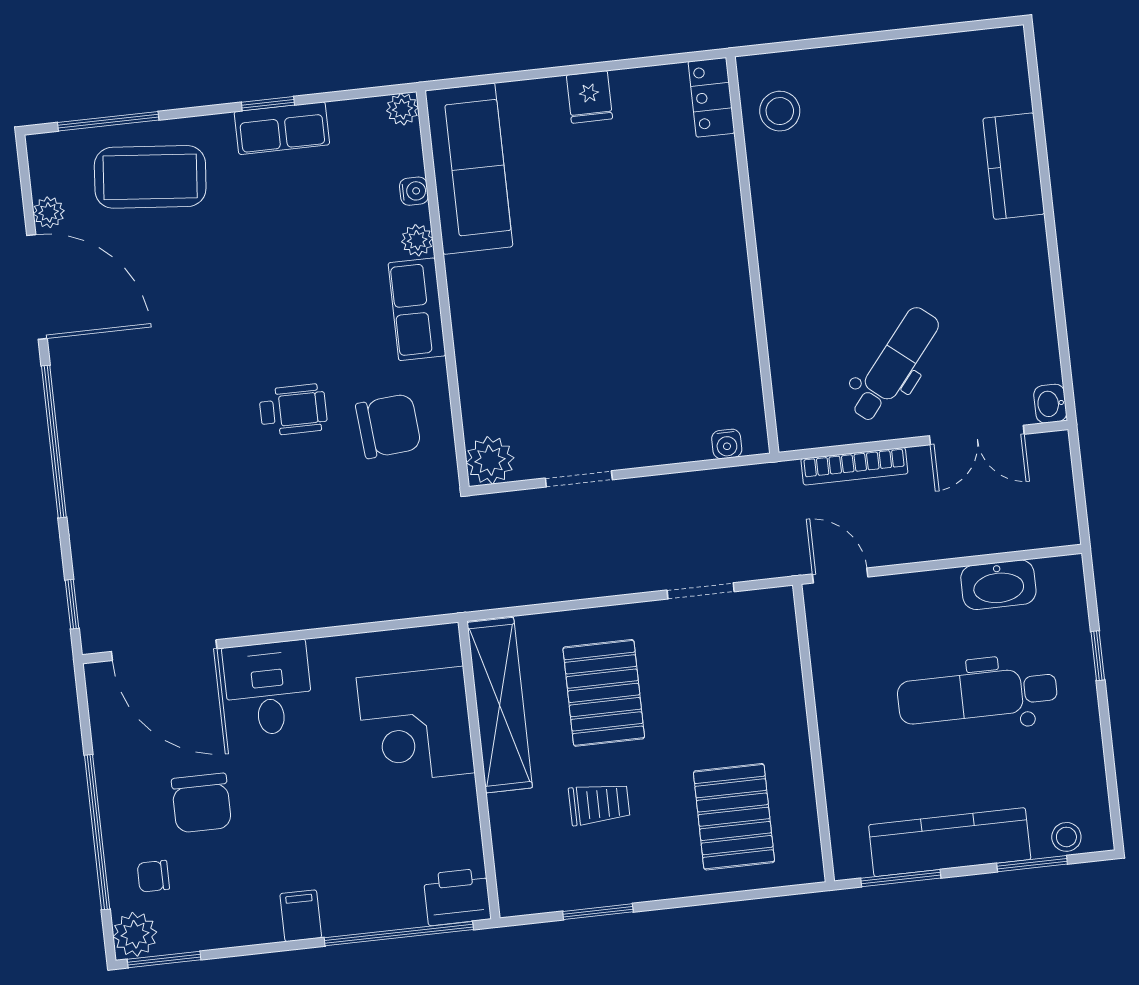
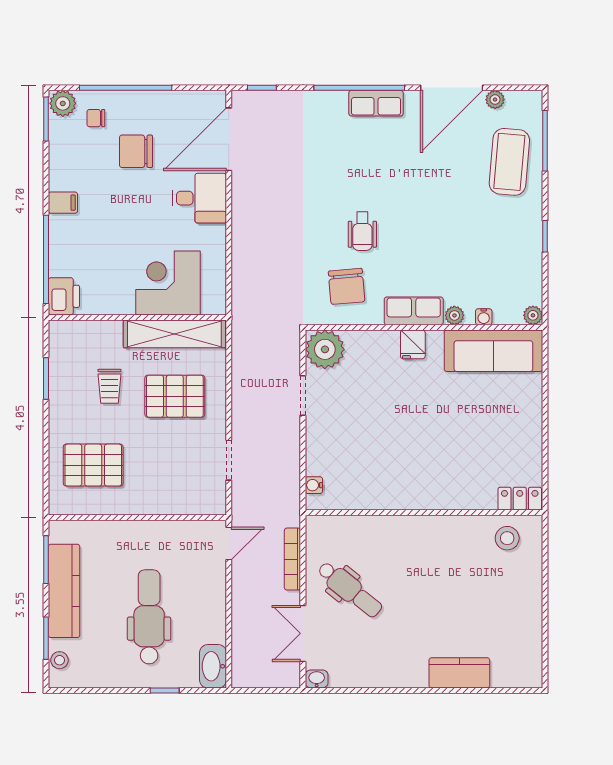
fridge: (589, 97) -> (413, 344), moved, turned -90
row of seats: (282, 128) -> (376, 103), moved, turned -90
plant: (490, 460) -> (325, 349), width x1.36, depth x1.36
washbasin: (998, 585) -> (213, 666), moved
chair: (153, 876) -> (96, 118), turned -90

